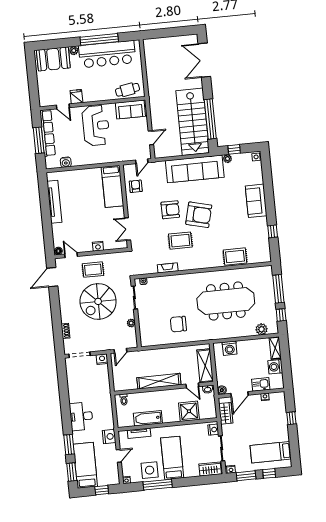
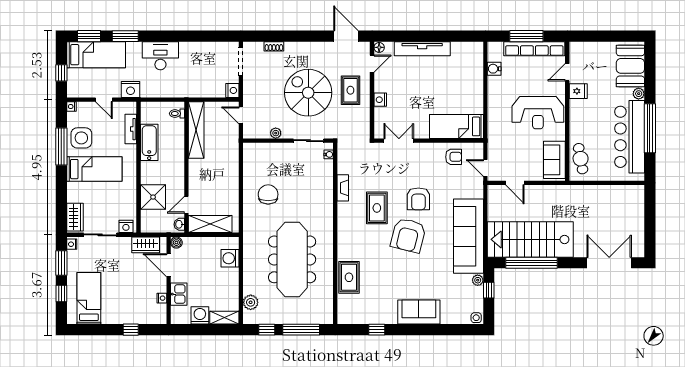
tv unit: (54, 202) -> (422, 49), moved
shelving: (159, 381) -> (196, 130), moved

